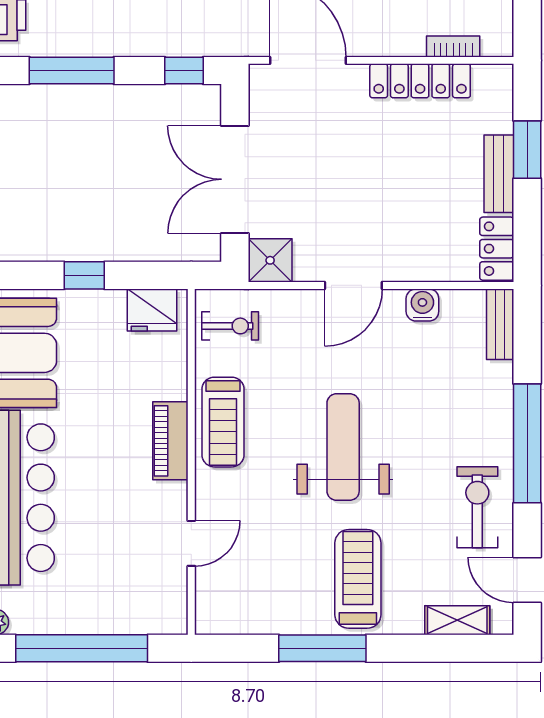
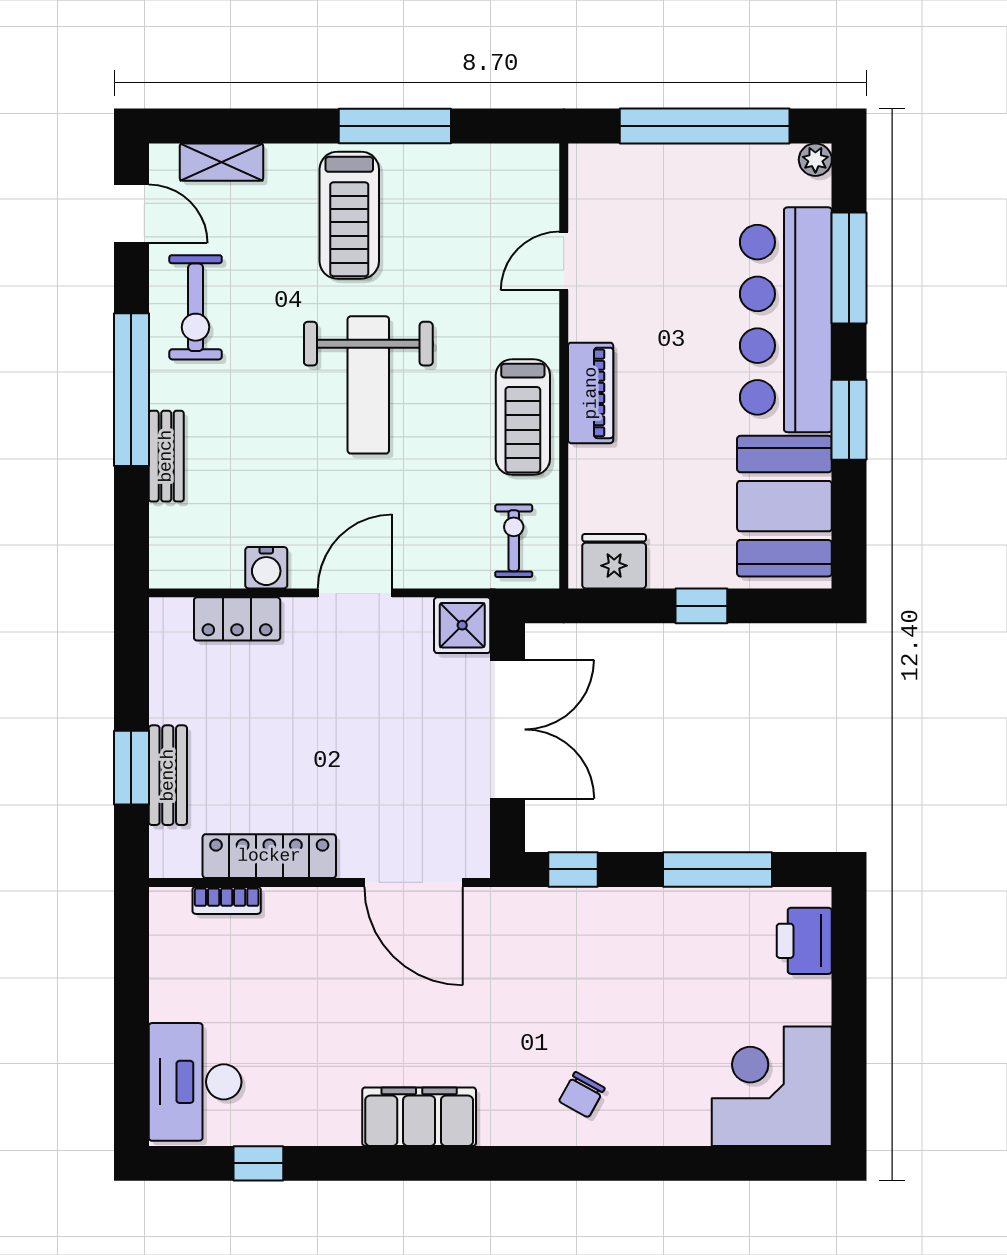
bench: (499, 174) -> (168, 775), moved
locker: (497, 249) -> (237, 619), moved, turned 90
bench: (500, 324) -> (166, 456), moved
exercise bike: (230, 326) -> (514, 541), turned 90
treadmill: (223, 422) -> (523, 417), turned 180

